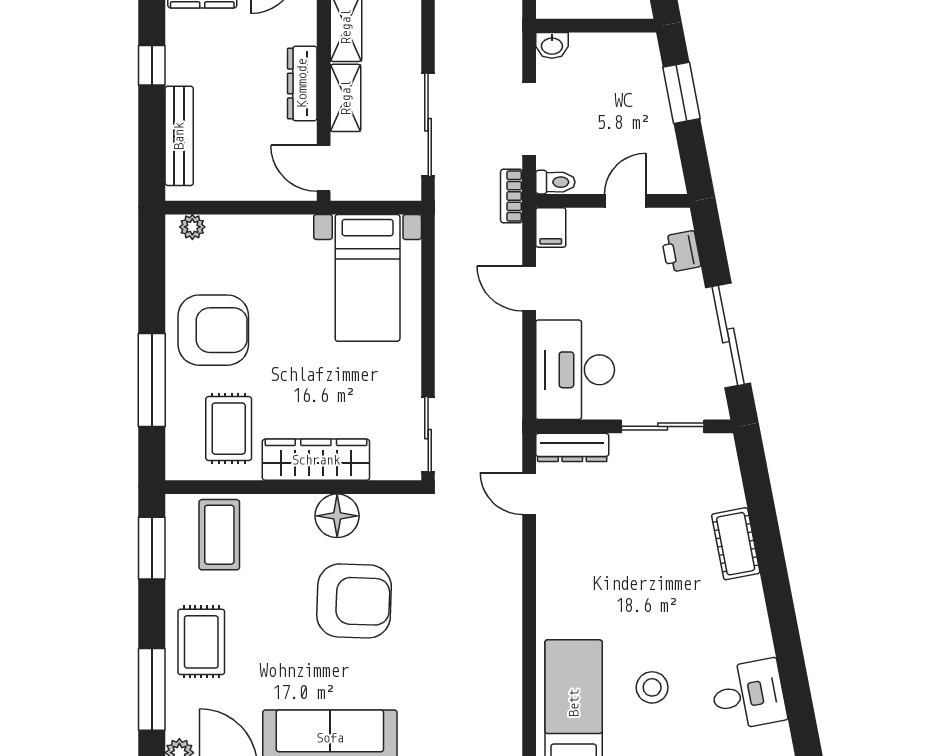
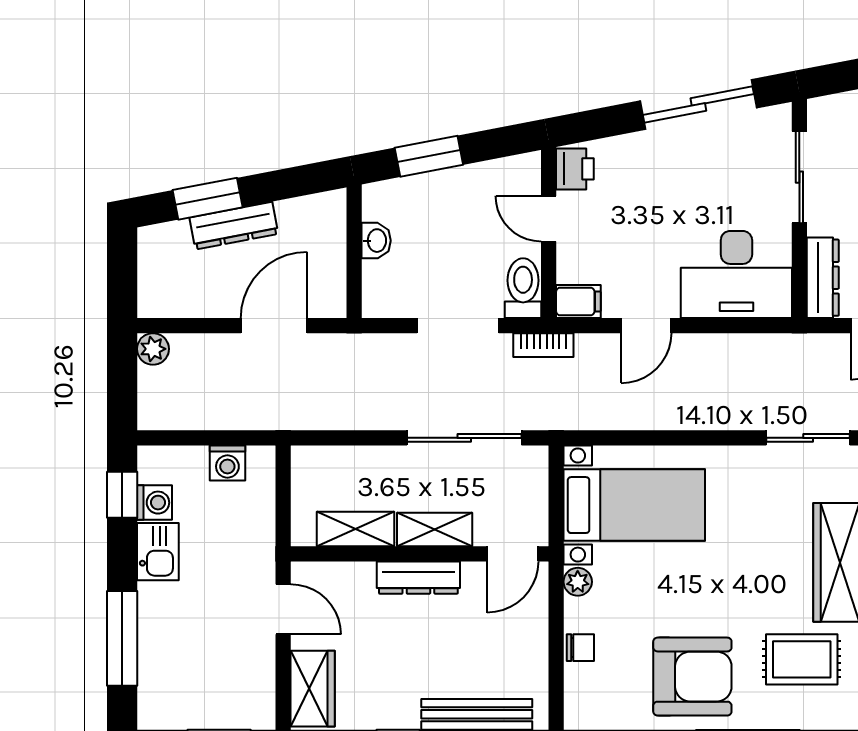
washbasin: (552, 45) -> (376, 241), moved
toilet: (555, 182) -> (523, 288), width x1.37, depth x1.39
plant: (192, 227) -> (578, 582), moved
chair: (239, 229) -> (580, 648), added
printer: (681, 251) -> (575, 169), moved, turned -79
armchair: (213, 330) -> (692, 677), turned 90

